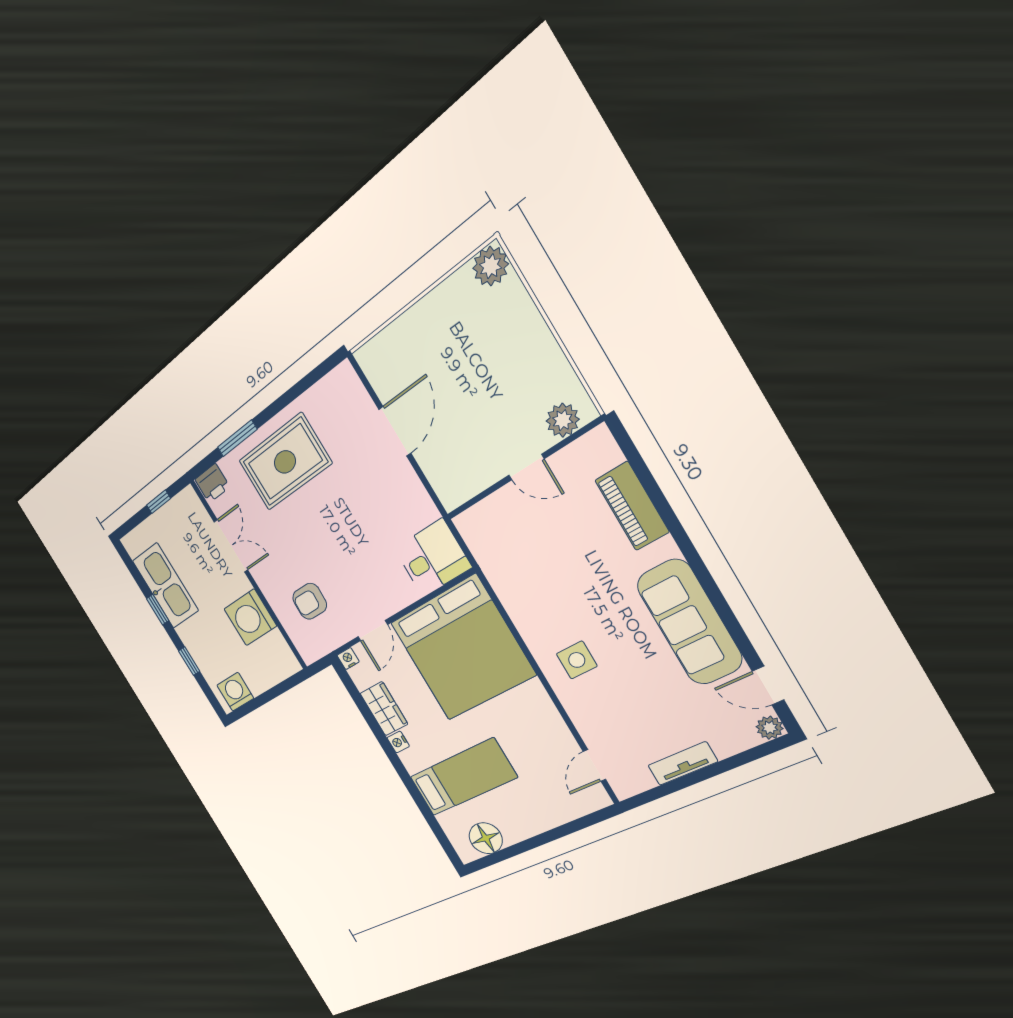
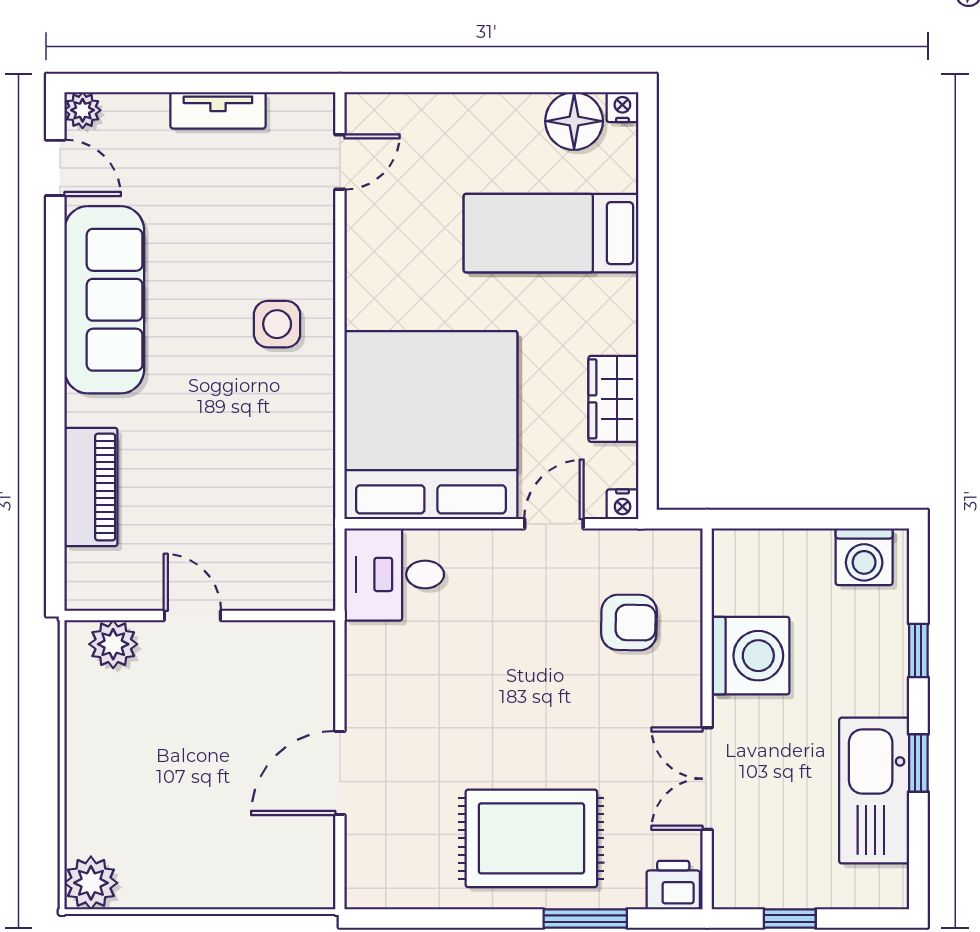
nightstand: (398, 742) -> (622, 107), moved, turned -90

